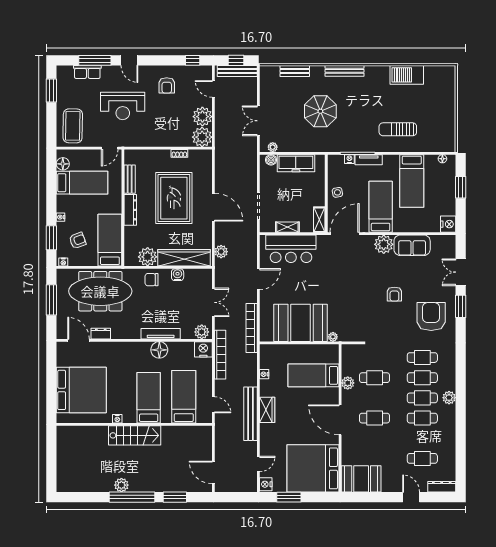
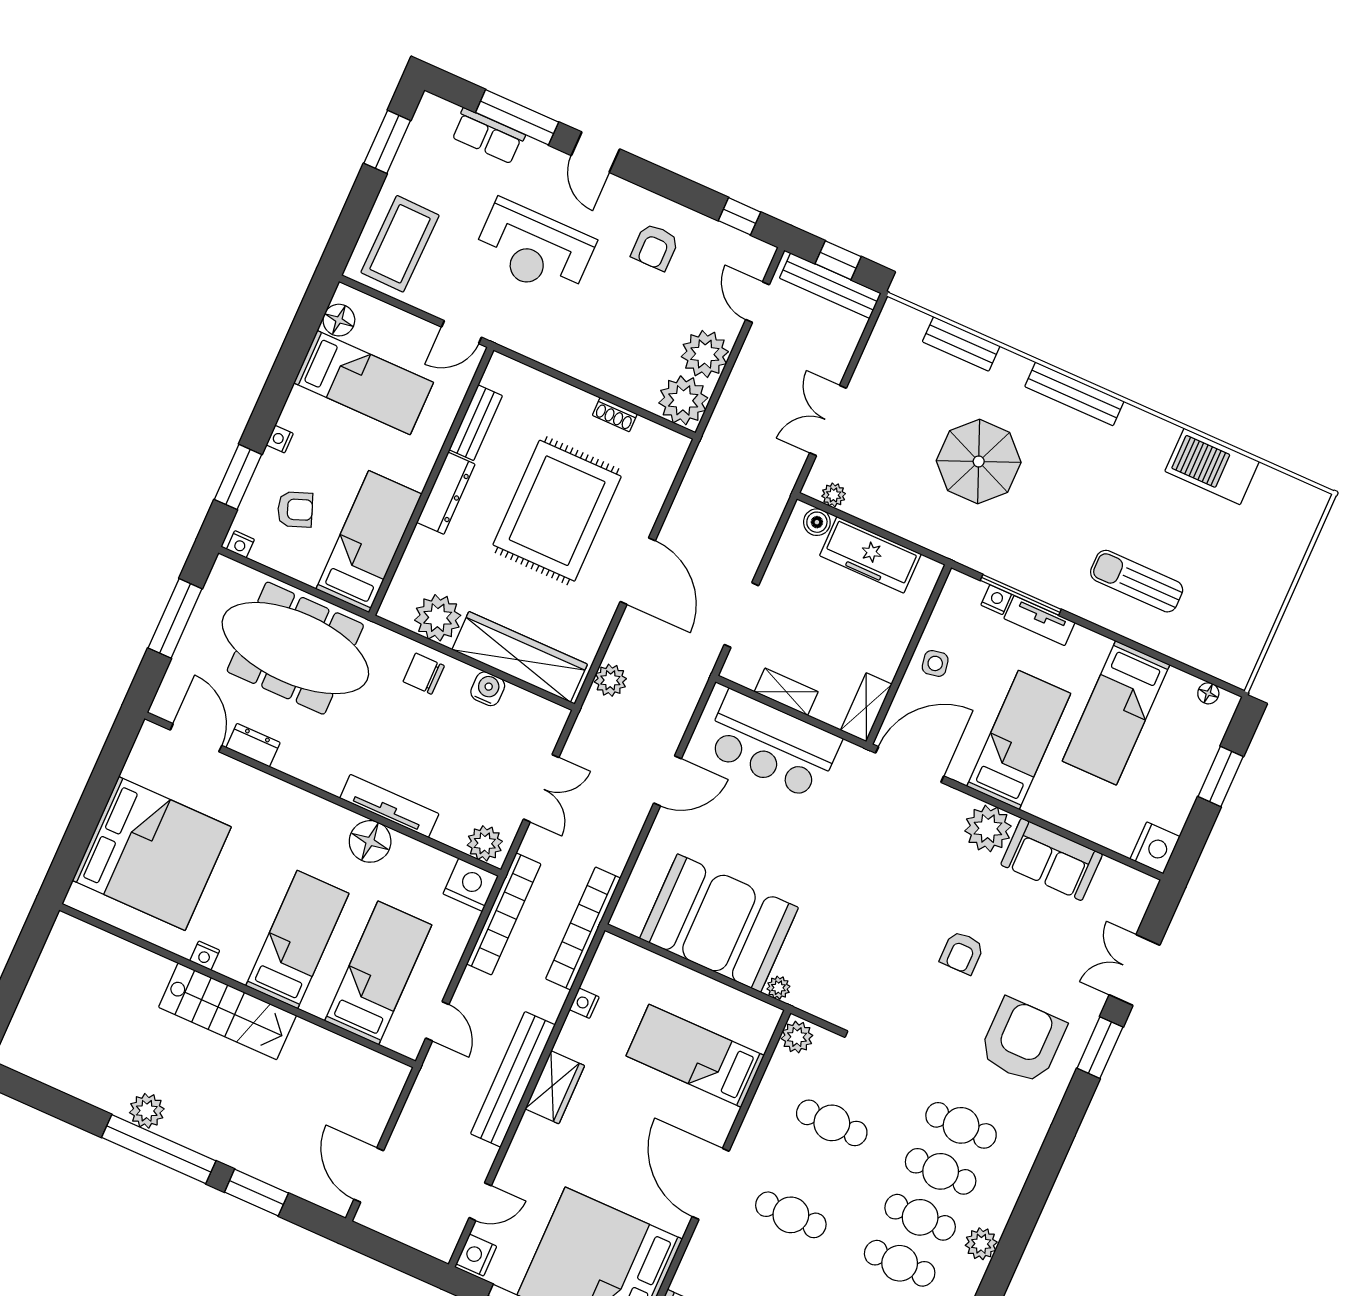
bookcase: (252, 328) -> (583, 929), moved
plant: (348, 383) -> (797, 1037), moved

